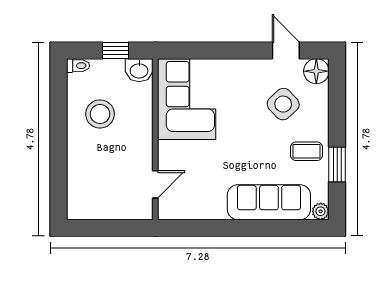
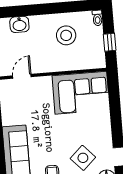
washbasin: (139, 70) -> (19, 24), moved, turned -90
door: (155, 184) -> (22, 76), swing flipped

